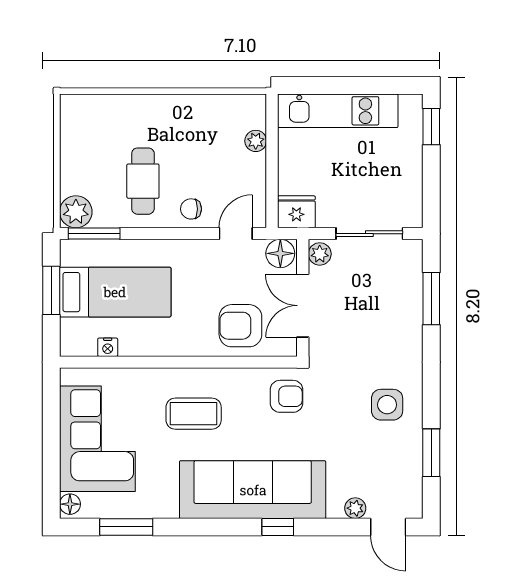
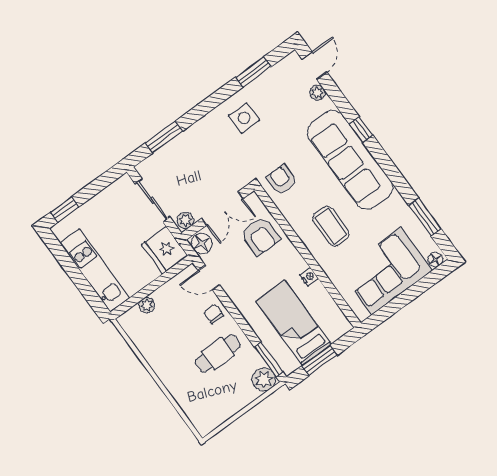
chair: (191, 209) -> (214, 314), turned 180
fridge: (296, 212) -> (165, 250), width x1.36, depth x1.34
nightstand: (108, 347) -> (309, 277), moved

